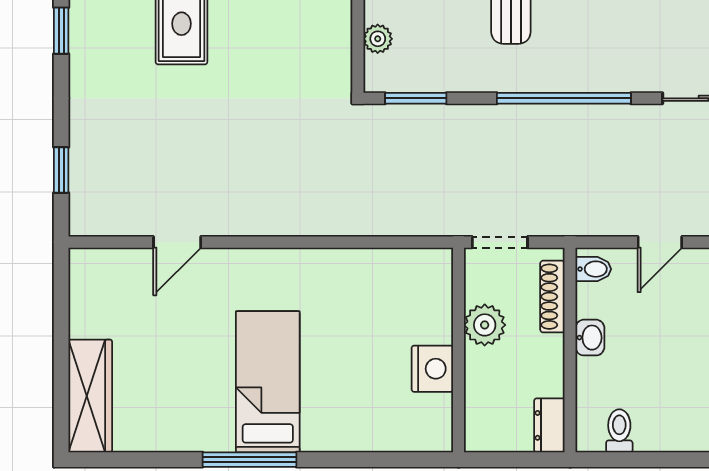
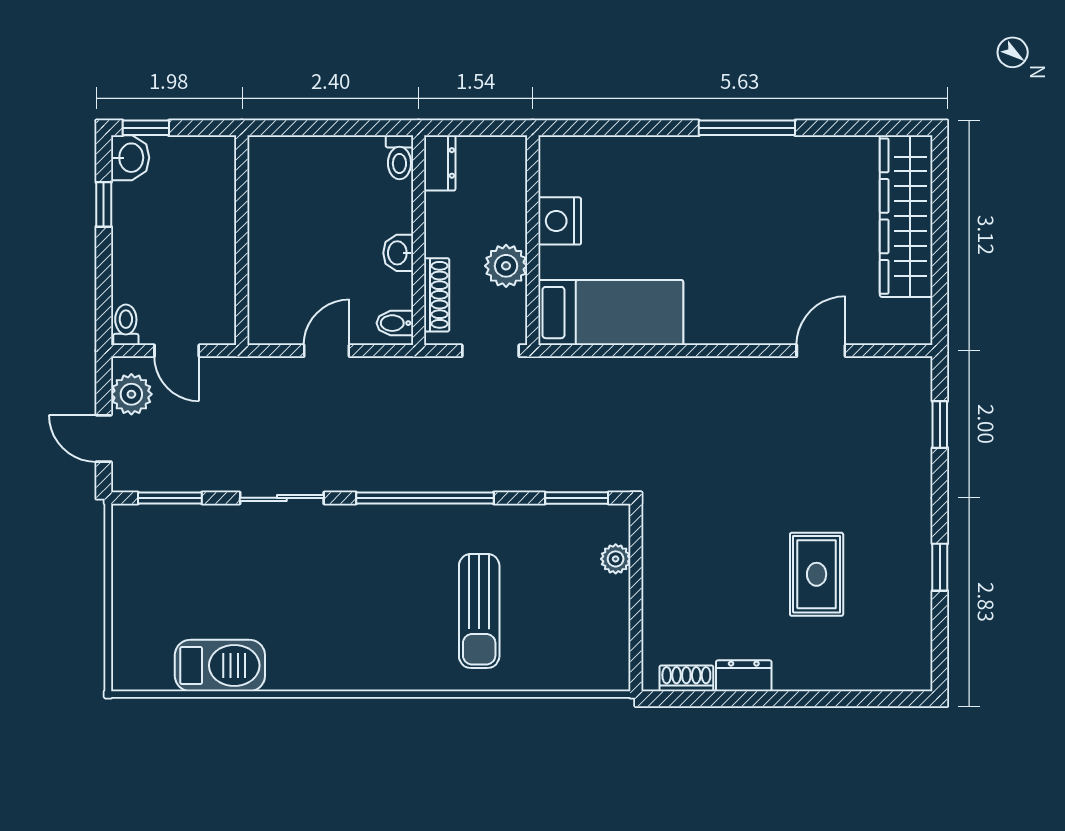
bed: (268, 382) -> (611, 313), moved, turned -90
wardrobe: (90, 396) -> (906, 216), width x1.40, depth x1.17
toilet: (619, 431) -> (399, 157), moved

